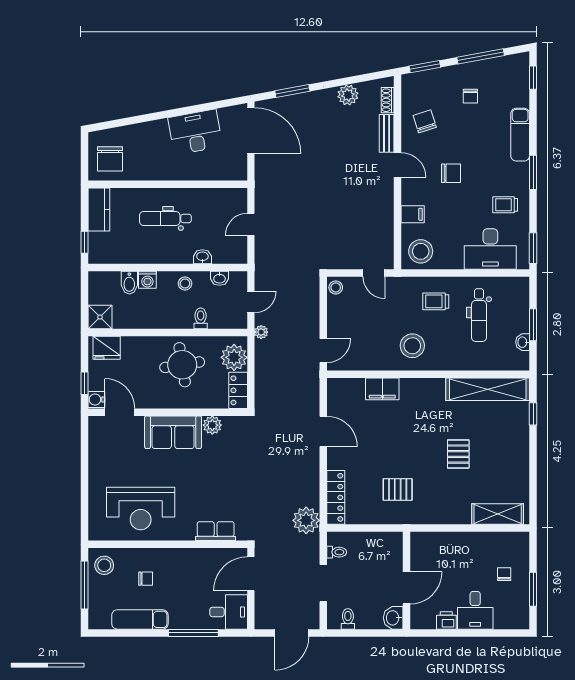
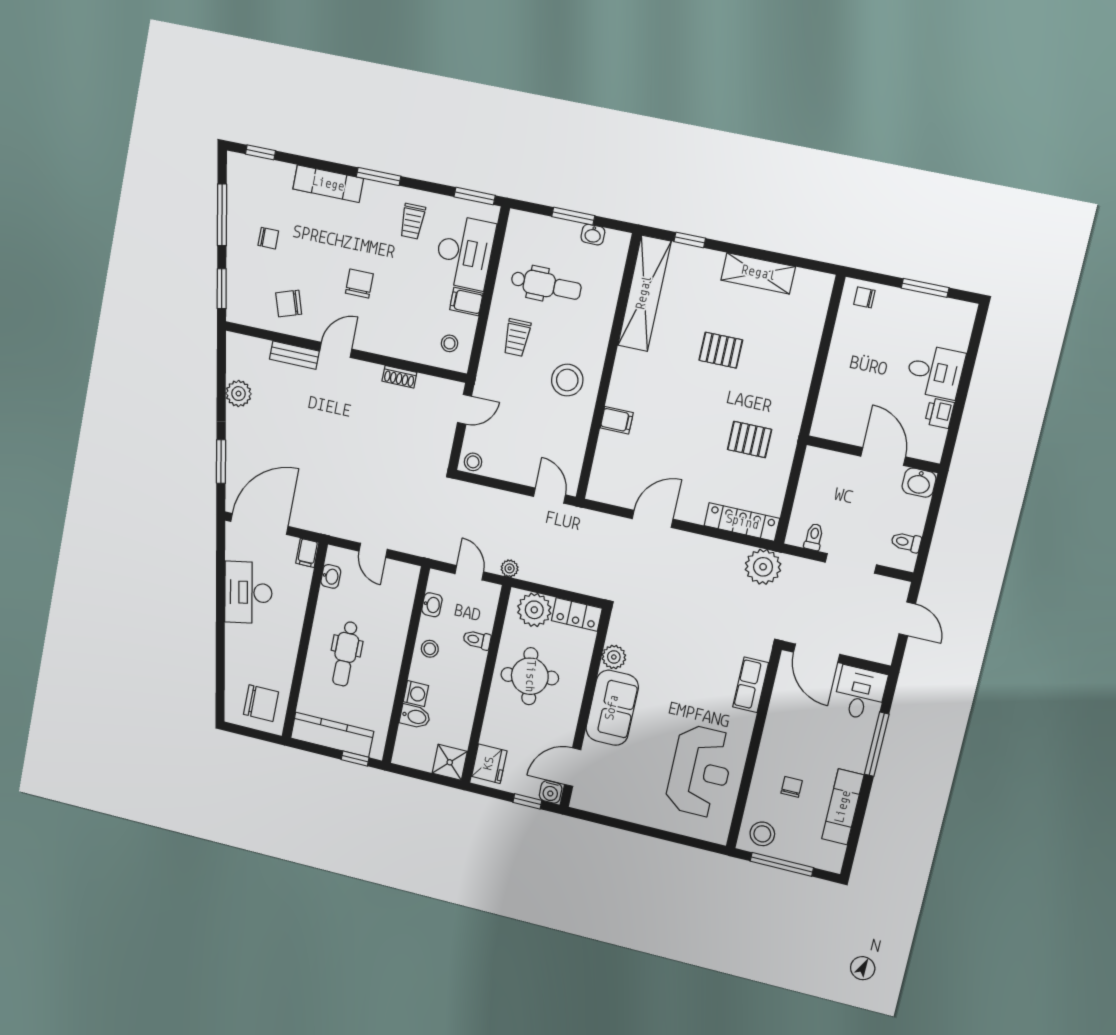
shoe rack: (388, 100) -> (399, 377), moved
filing cabinet: (237, 173) -> (307, 553), added
kitchen counter: (99, 210) -> (332, 735), width x1.50
filing cabinet: (413, 214) -> (466, 302), moved, turned -90
stool: (421, 251) -> (449, 343), width x0.53, depth x0.53
washbasin: (202, 257) -> (331, 576), moved, turned 180
filing cabinet: (382, 389) -> (617, 420), width x0.50
pallet: (398, 489) -> (750, 440), turned 90
shelving: (498, 514) -> (758, 273), moved, turned 90
chair: (504, 574) -> (864, 297), moved
door: (292, 633) -> (907, 619), width x0.73

